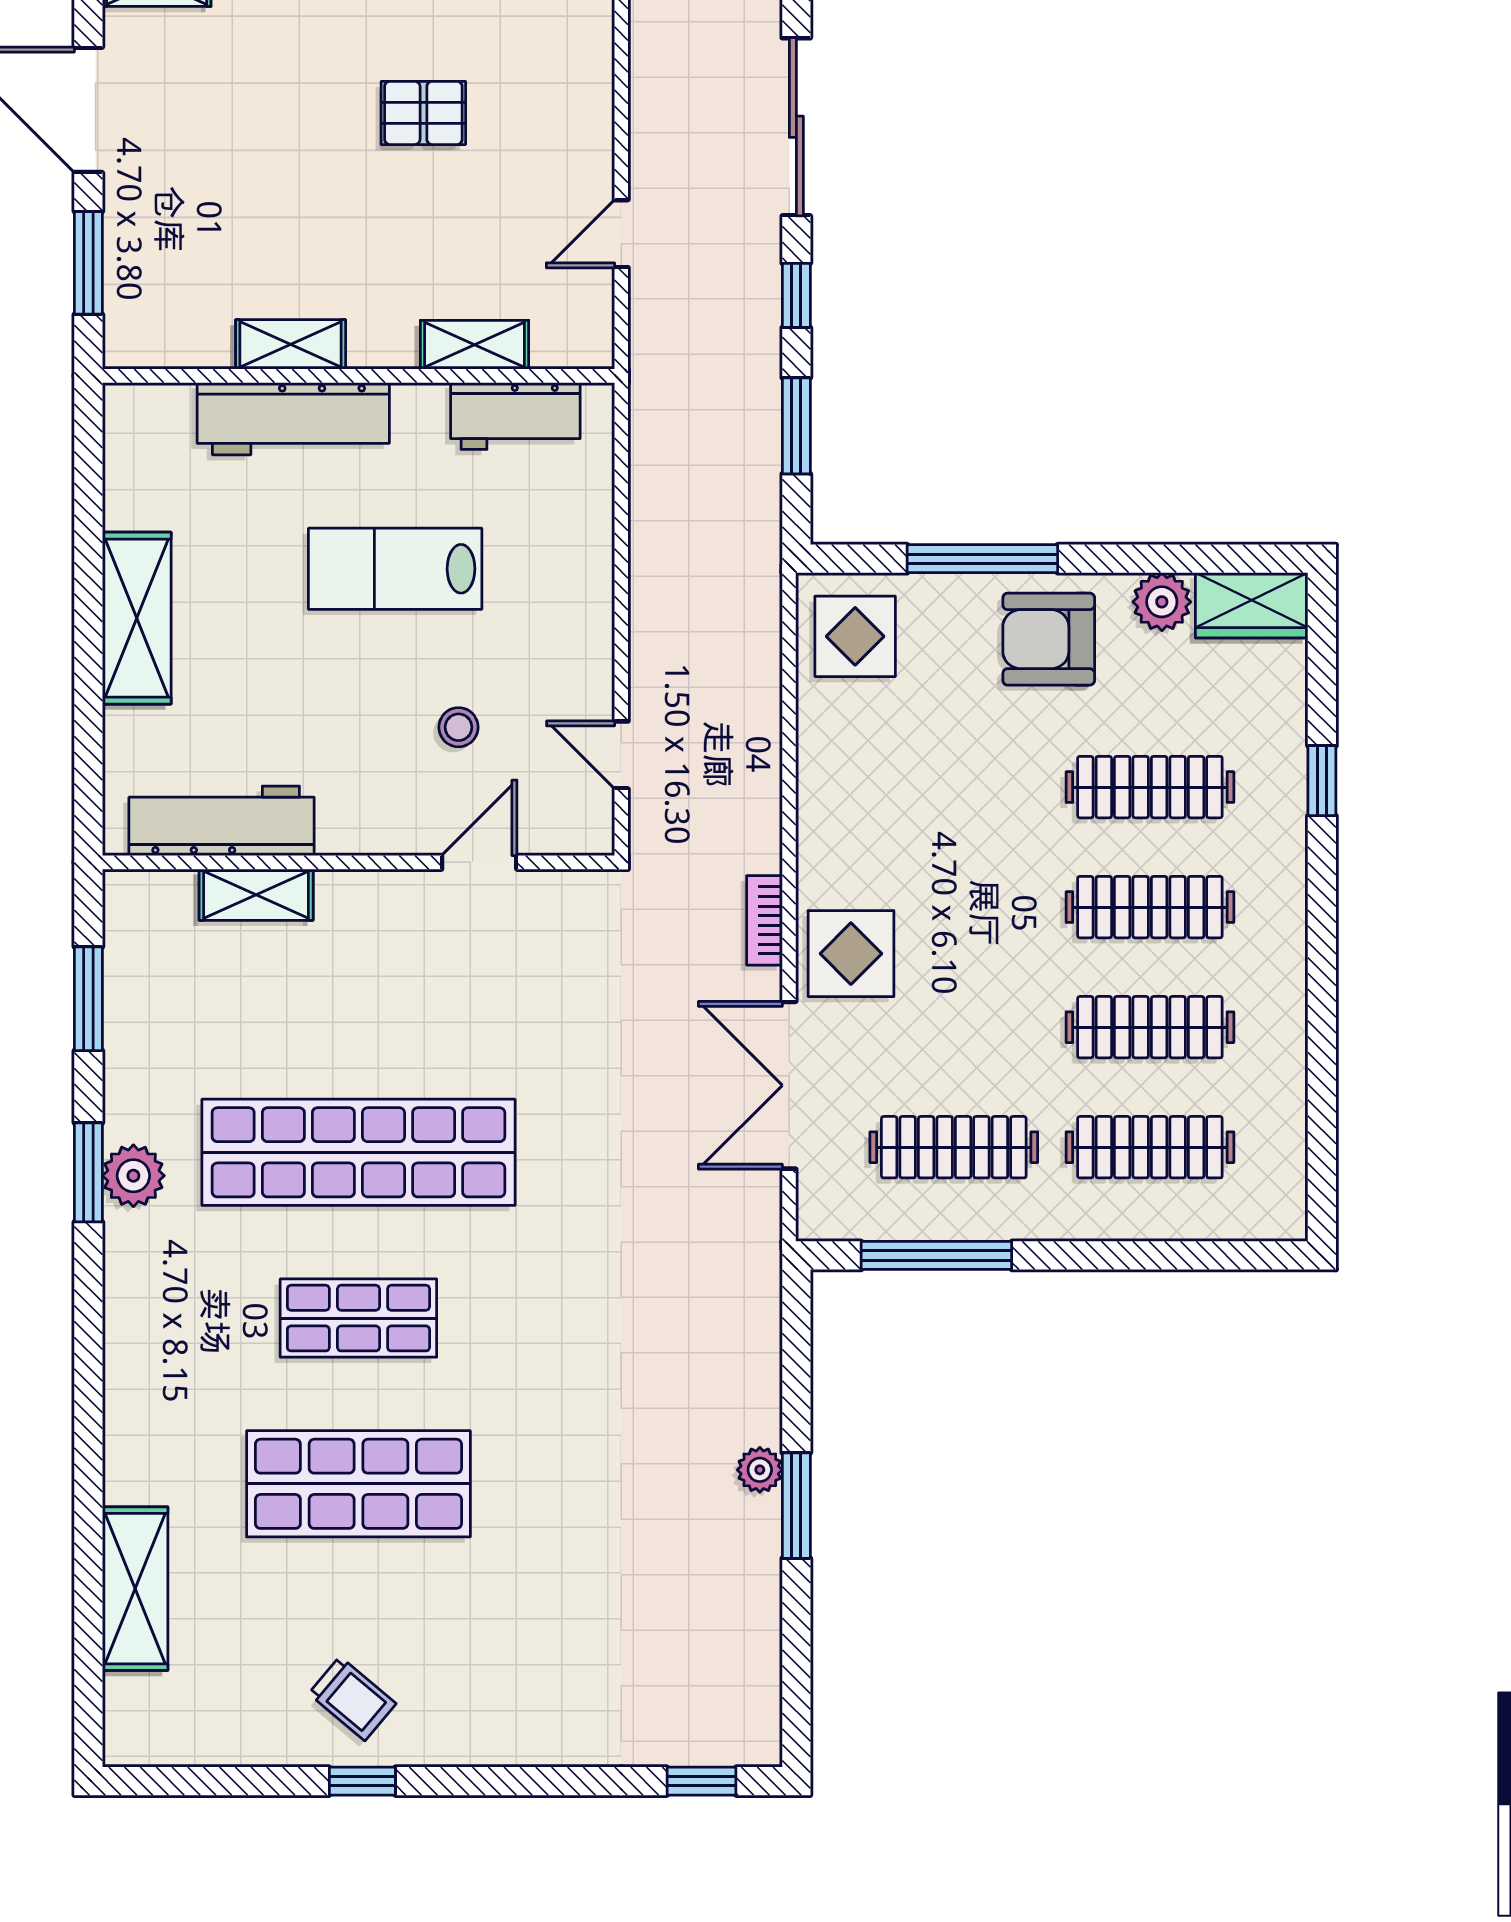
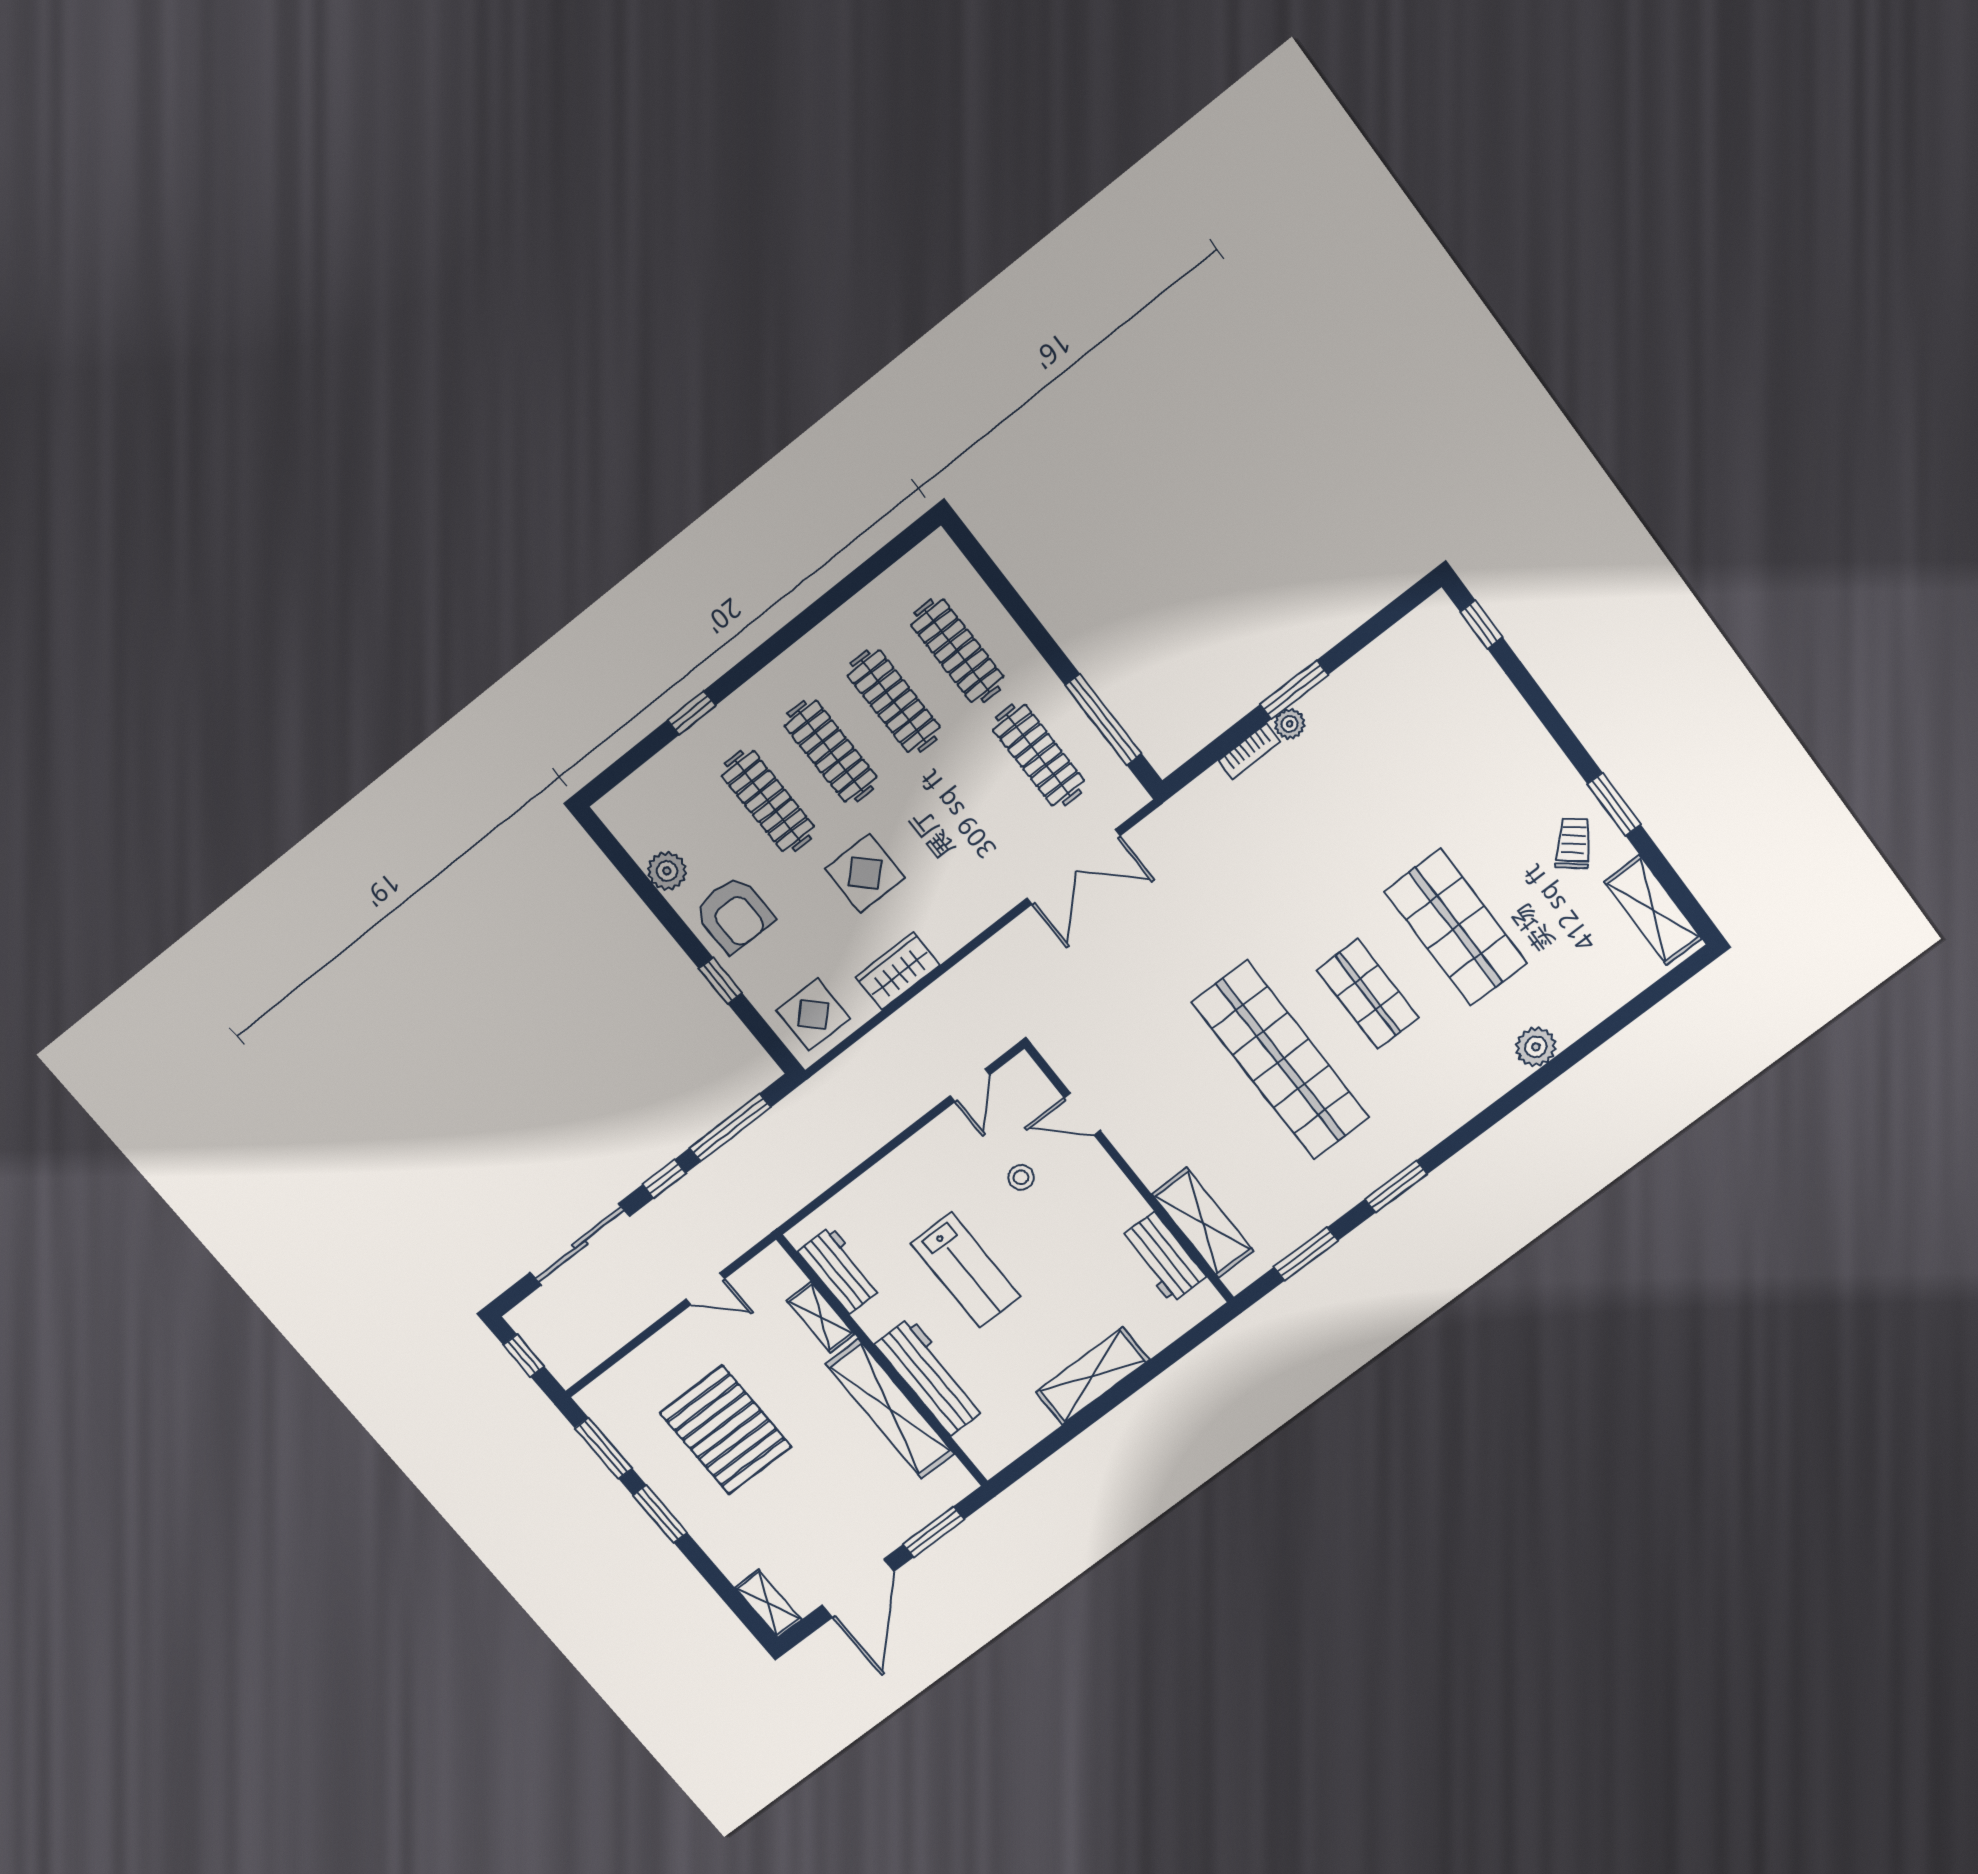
pallet: (423, 113) -> (726, 1430), width x2.05, depth x2.00
shelving: (291, 344) -> (890, 1409), width x2.20, depth x1.33
window: (796, 426) -> (730, 1128), width x1.44
window: (982, 559) -> (720, 981), width x0.46
wardrobe: (1252, 605) -> (898, 971), moved, turned -90
workbench: (222, 821) -> (1163, 1257), width x0.73
shelving: (256, 895) -> (1203, 1223), width x1.50, depth x1.33
bookcase: (764, 920) -> (1249, 751), moved
display table: (851, 954) -> (865, 873), moved
plant: (133, 1176) -> (1536, 1047), moved
shelving: (135, 1589) -> (1653, 910), moved, turned 90
window: (362, 1781) -> (1614, 804), width x1.50

